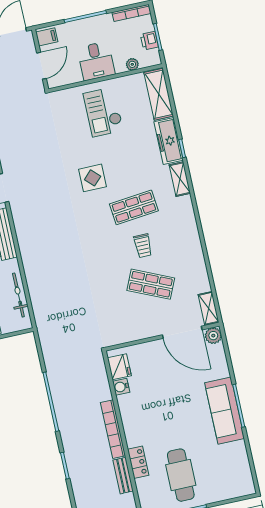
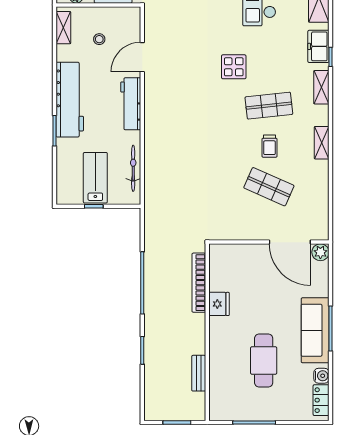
freezer: (169, 141) -> (318, 46), width x0.71
shelving: (208, 308) -> (322, 143), moved
fridge: (119, 367) -> (219, 304), moved
water cooler: (121, 387) -> (321, 376), moved, turned 180
bookcase: (113, 429) -> (199, 283), moved
locker: (138, 462) -> (321, 400), moved, turned 180
cafe table: (181, 475) -> (264, 360), moved

